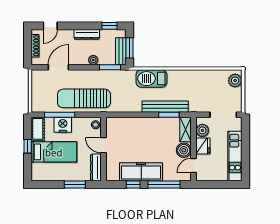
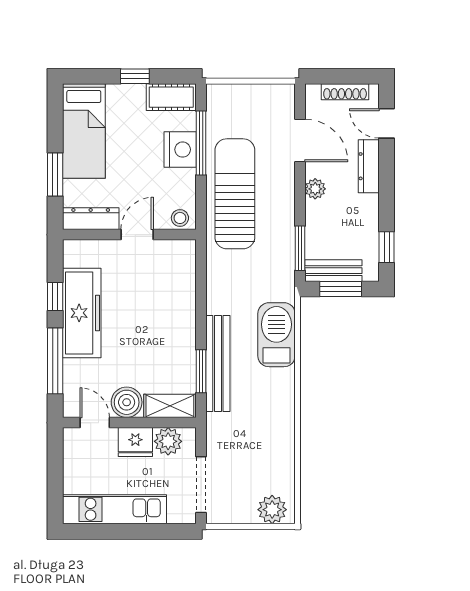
dresser: (87, 34) -> (369, 166), moved
plant: (93, 60) -> (315, 189), moved
bed: (54, 152) -> (84, 131), moved

